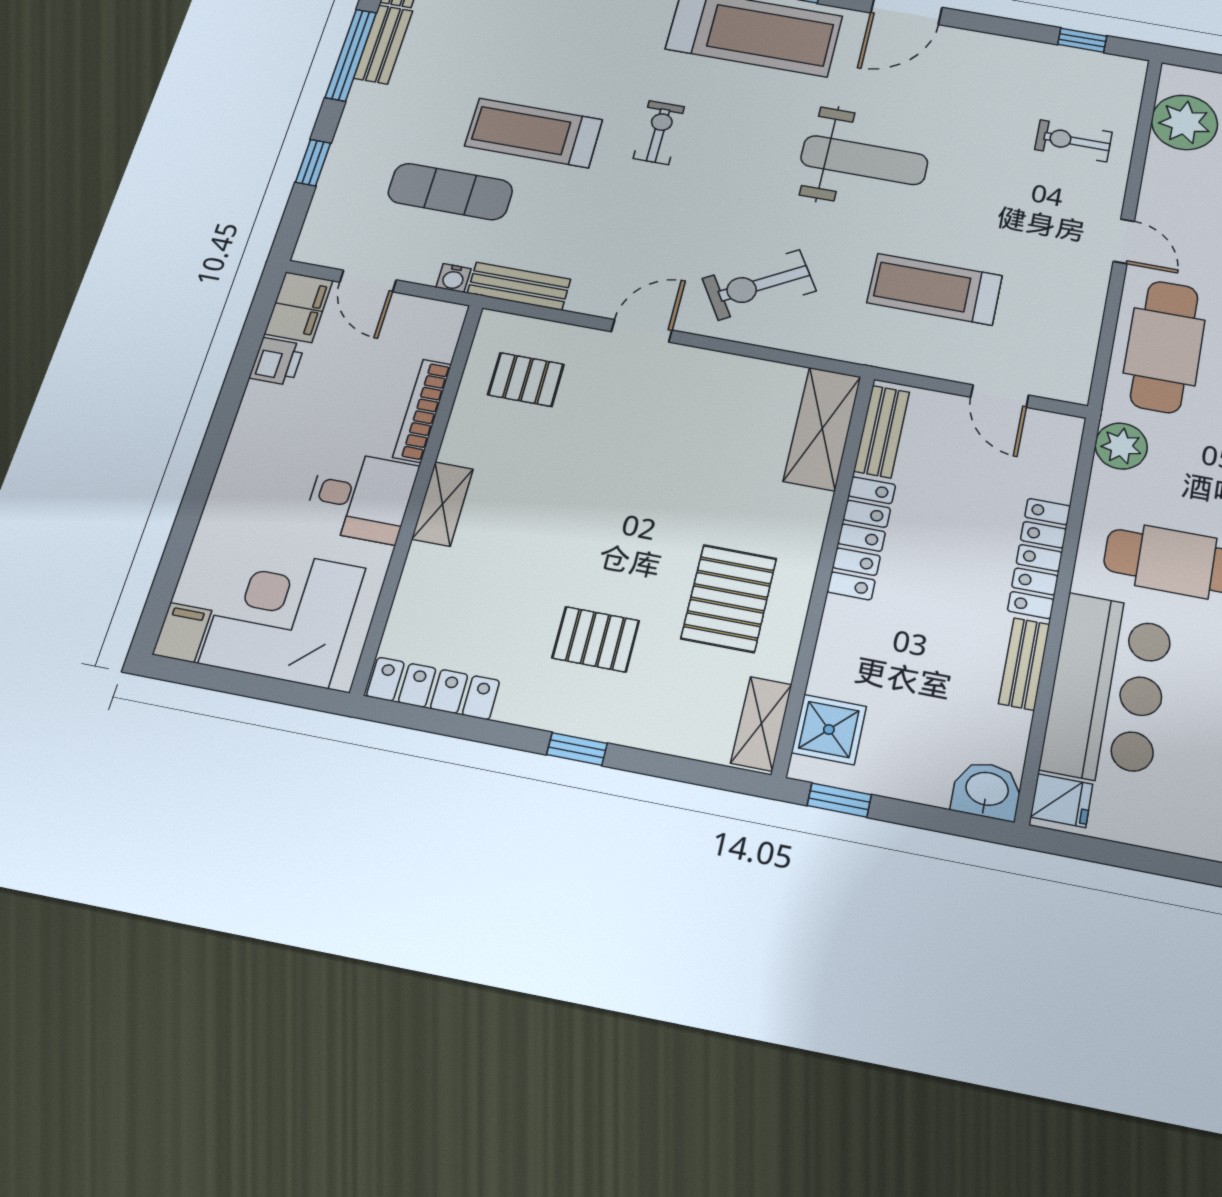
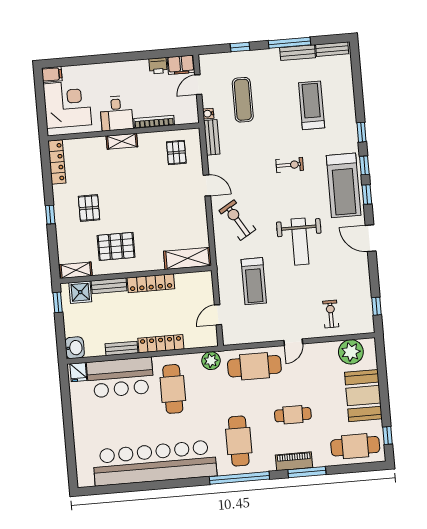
treadmill: (534, 133) -> (312, 105), moved
treadmill: (935, 289) -> (254, 281), turned 180
bench: (882, 431) -> (109, 286), moved

